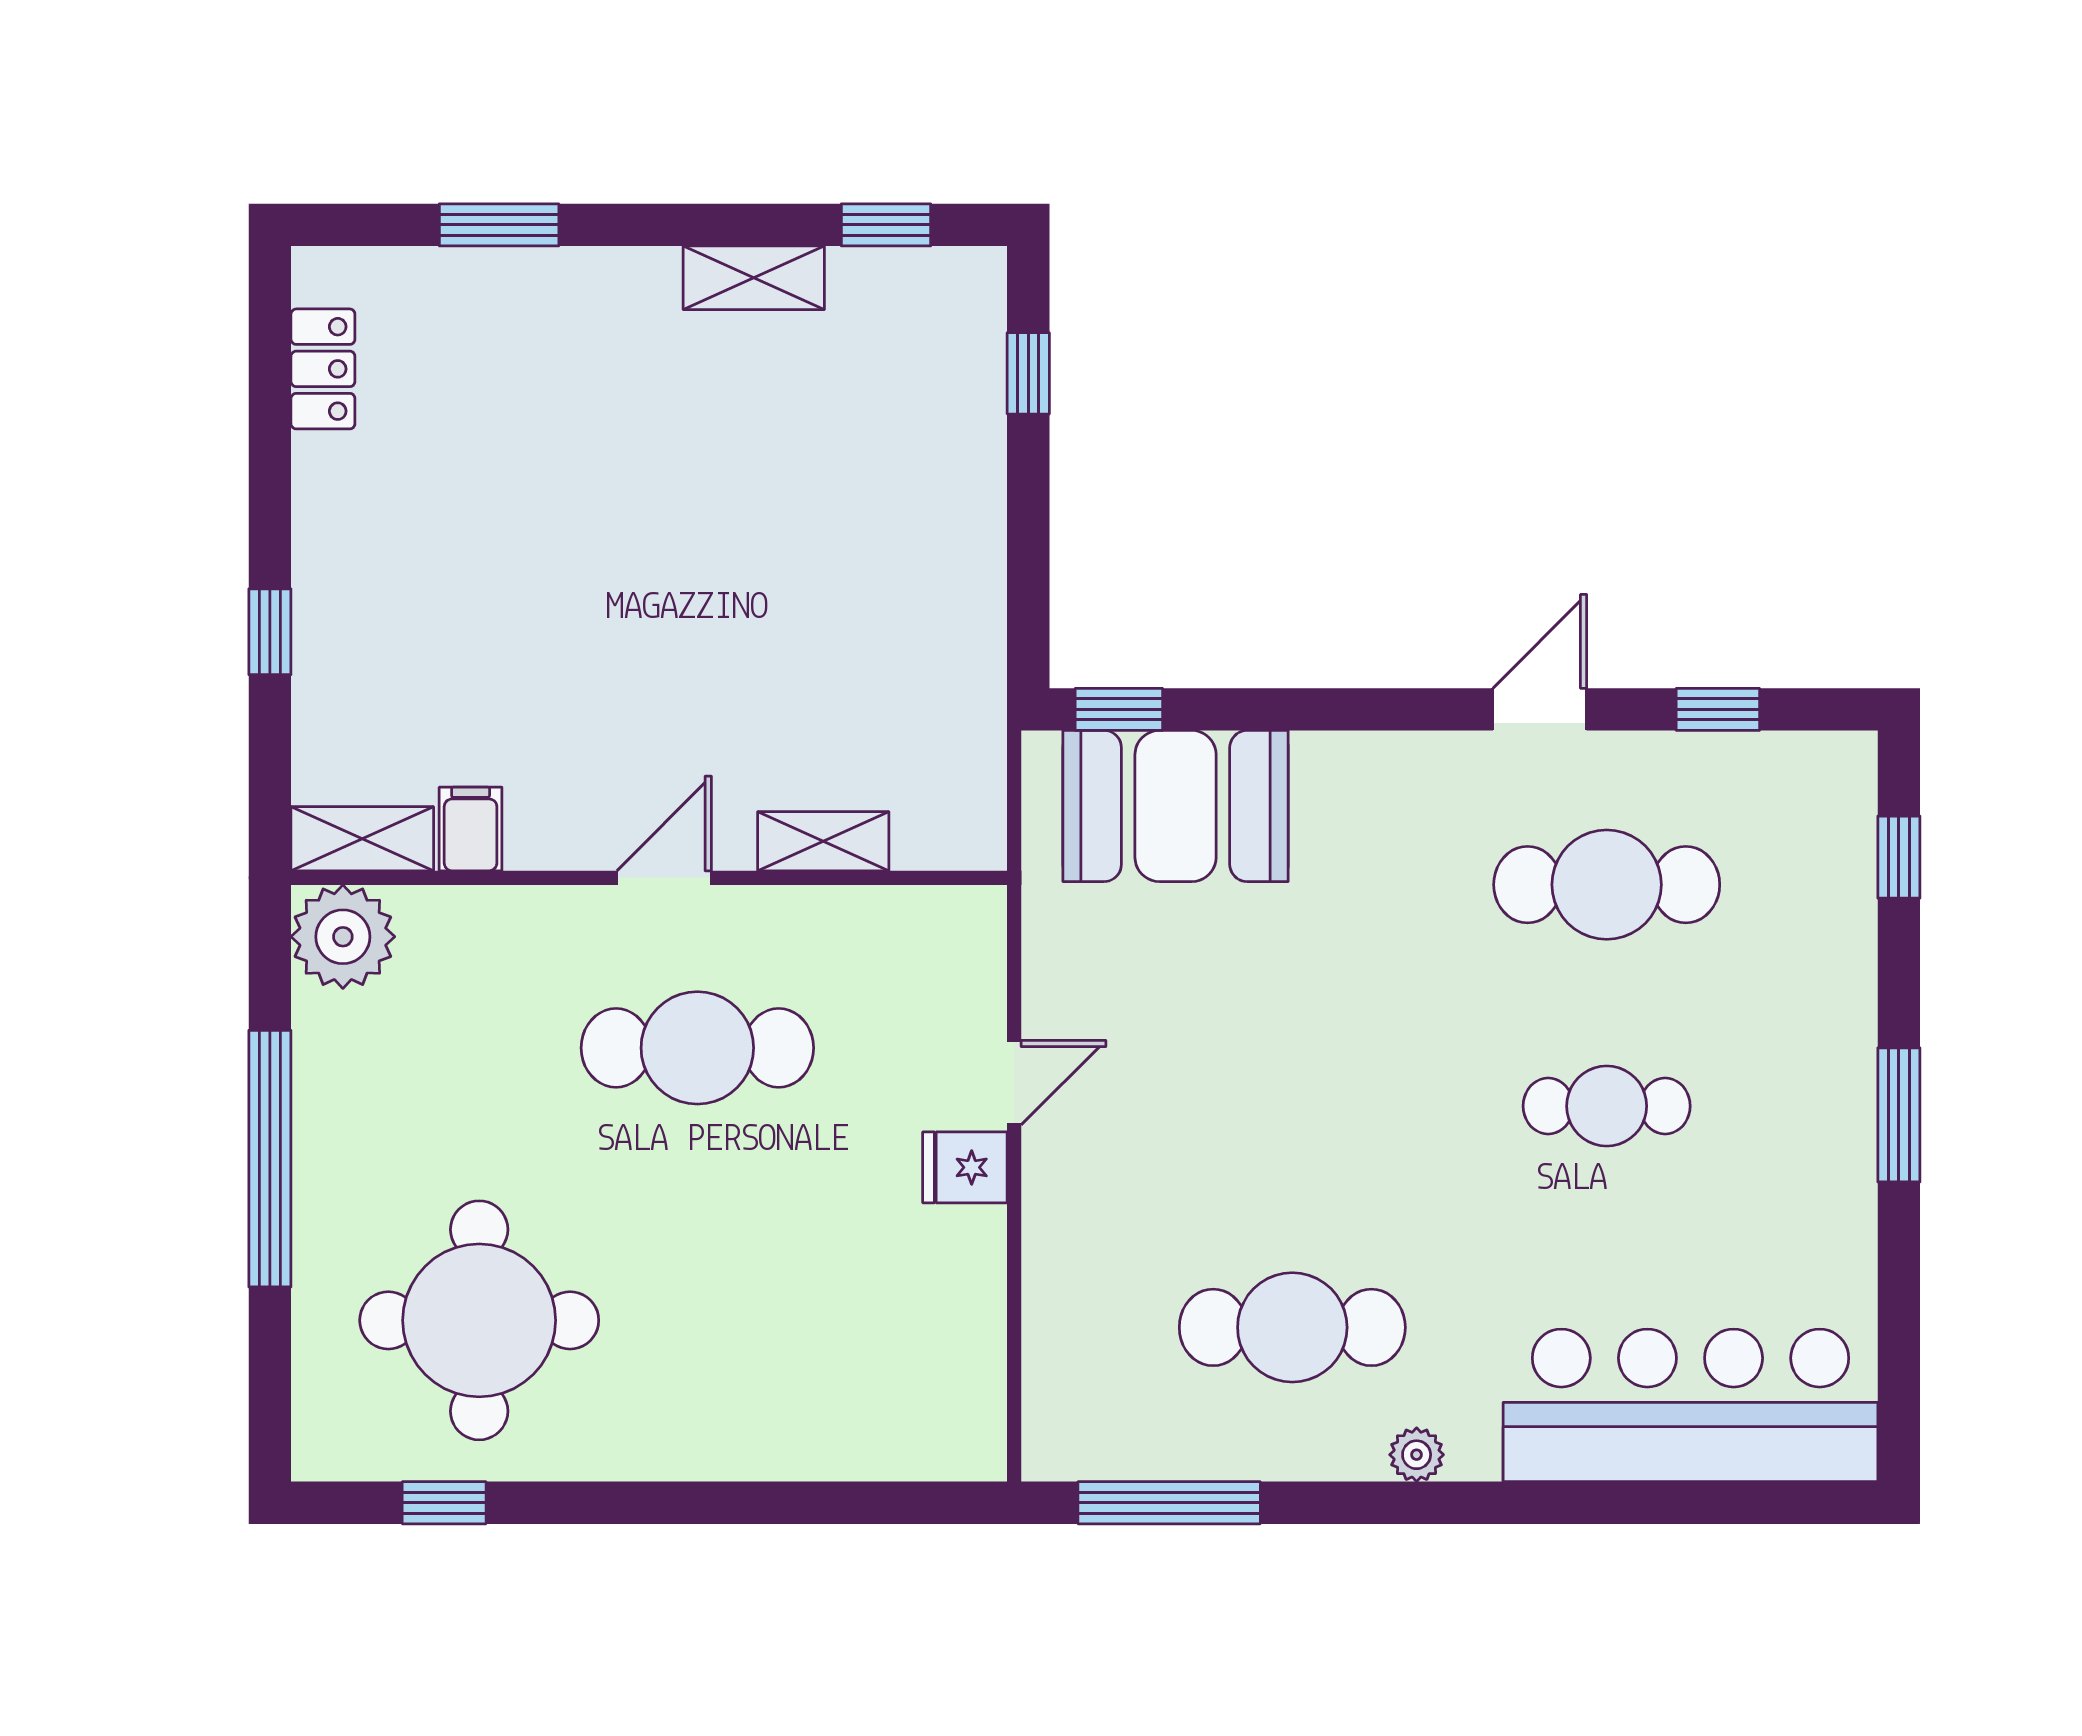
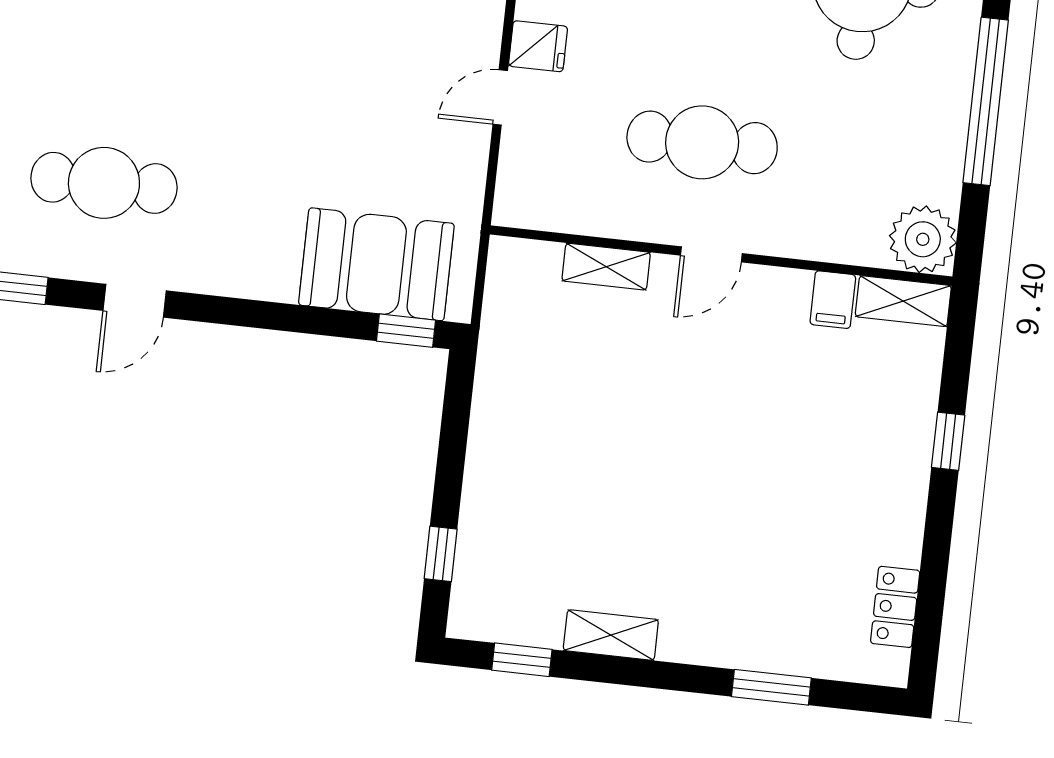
cafe table: (1607, 1106) -> (120, 40), removed

